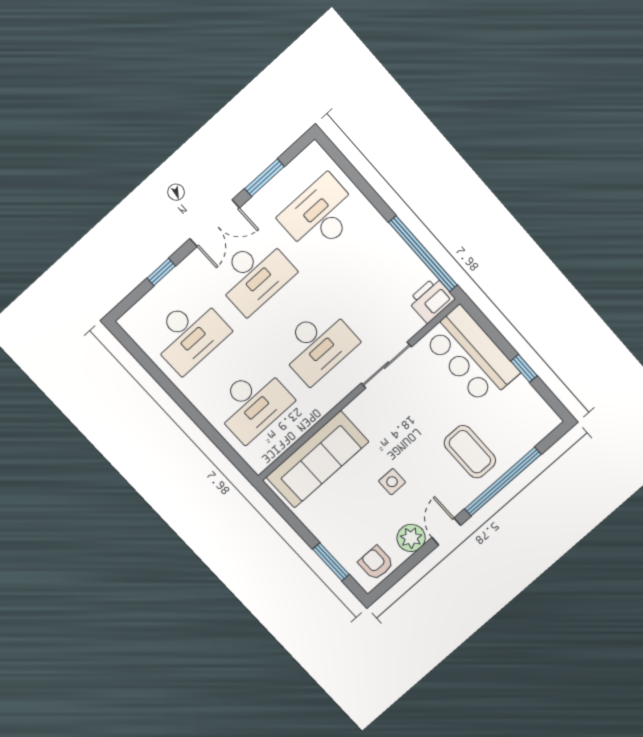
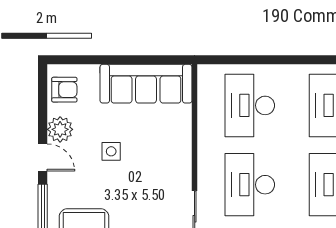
sofa: (317, 459) -> (146, 84), moved, turned -90
window: (331, 562) -> (93, 60), removed

